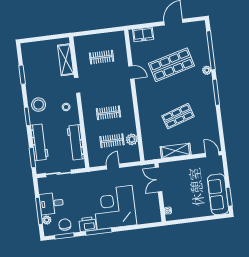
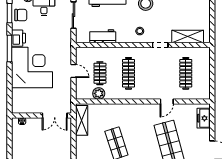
clothes rail: (102, 57) -> (186, 73), width x1.36
clothes rail: (108, 113) -> (129, 73), width x1.36
workbench: (76, 142) -> (103, 36), width x0.73
shelving: (176, 151) -> (82, 120), moved
double door: (158, 180) -> (55, 115), swing flipped

